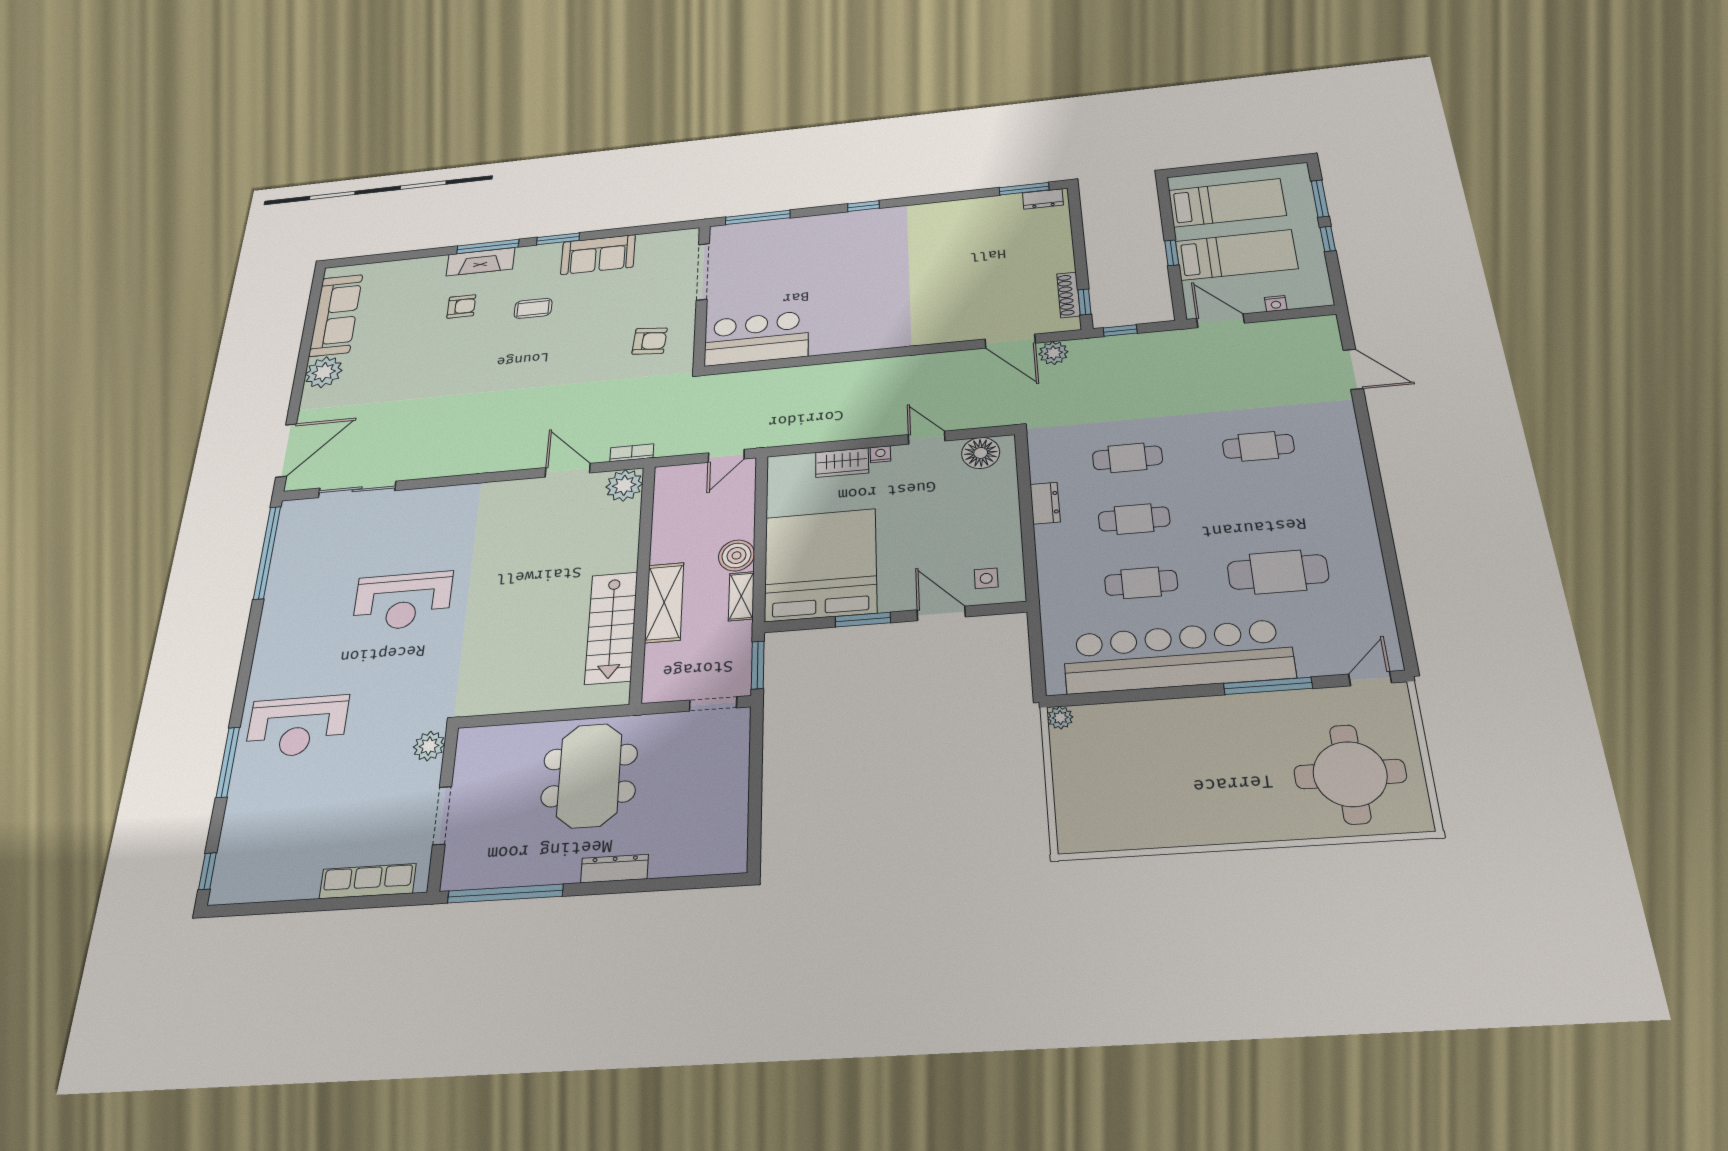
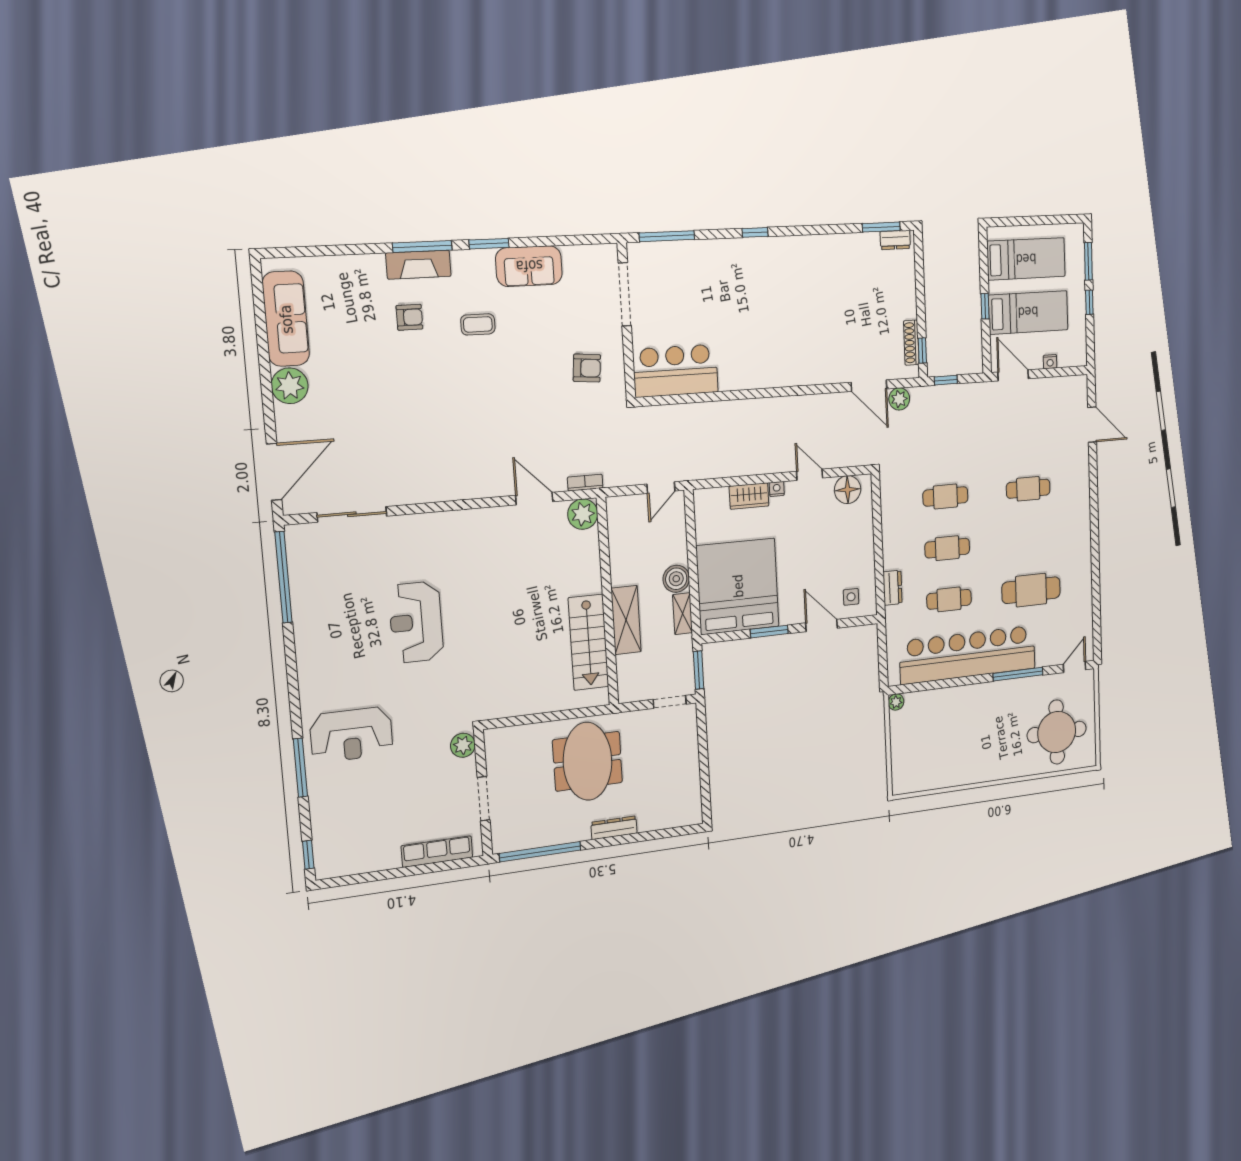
dresser: (1045, 503) -> (893, 588), moved
reception desk: (403, 601) -> (416, 622), turned 90

